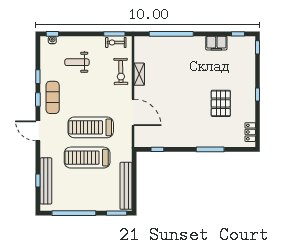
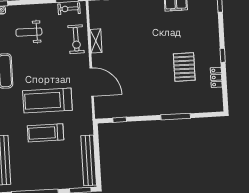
locker: (250, 132) -> (216, 77), moved
treadmill: (87, 158) -> (46, 133), width x0.73, depth x0.73

